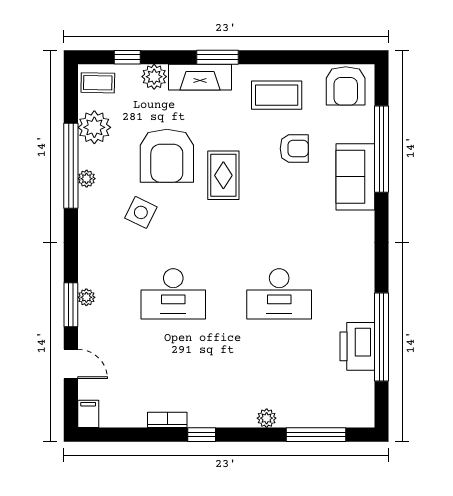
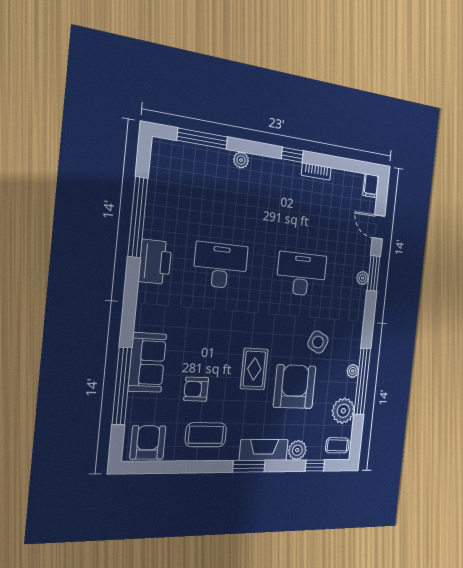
printer: (357, 346) -> (155, 262), moved

